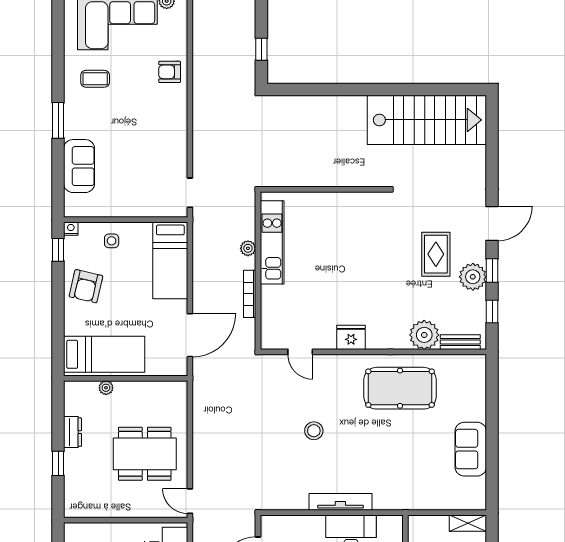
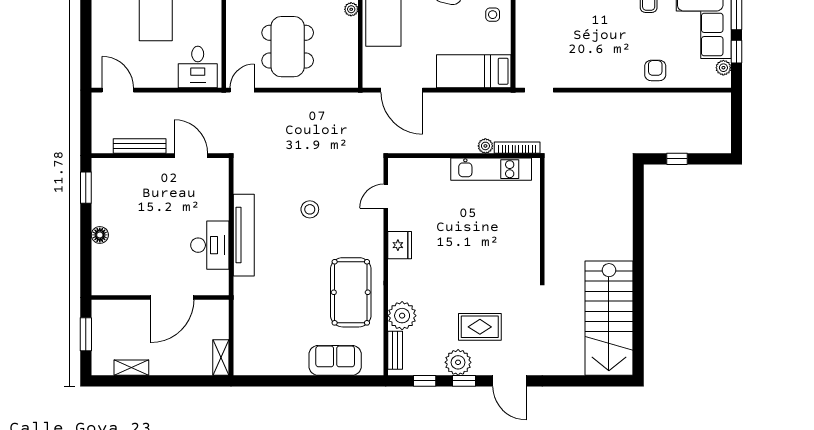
bookcase: (250, 294) -> (517, 148), moved
sofa: (471, 449) -> (335, 360), moved
tv unit: (340, 502) -> (244, 235), width x1.36, depth x1.29

